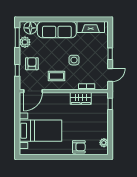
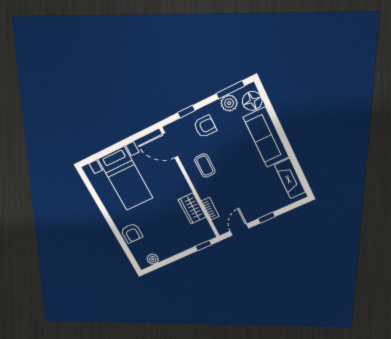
side table: (74, 60) -> (237, 178), removed
door: (110, 75) -> (239, 230), swing flipped

